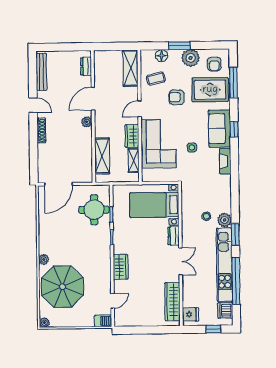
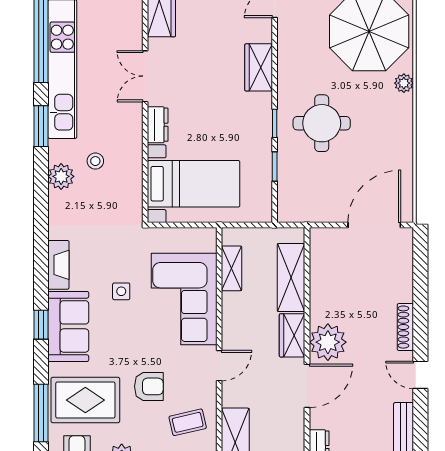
plant: (87, 122) -> (328, 342), width x1.87, depth x1.87
wardrobe: (132, 136) -> (292, 335), moved, turned 180
round table: (94, 210) -> (322, 123), moved
plant: (225, 220) -> (61, 176), moved

